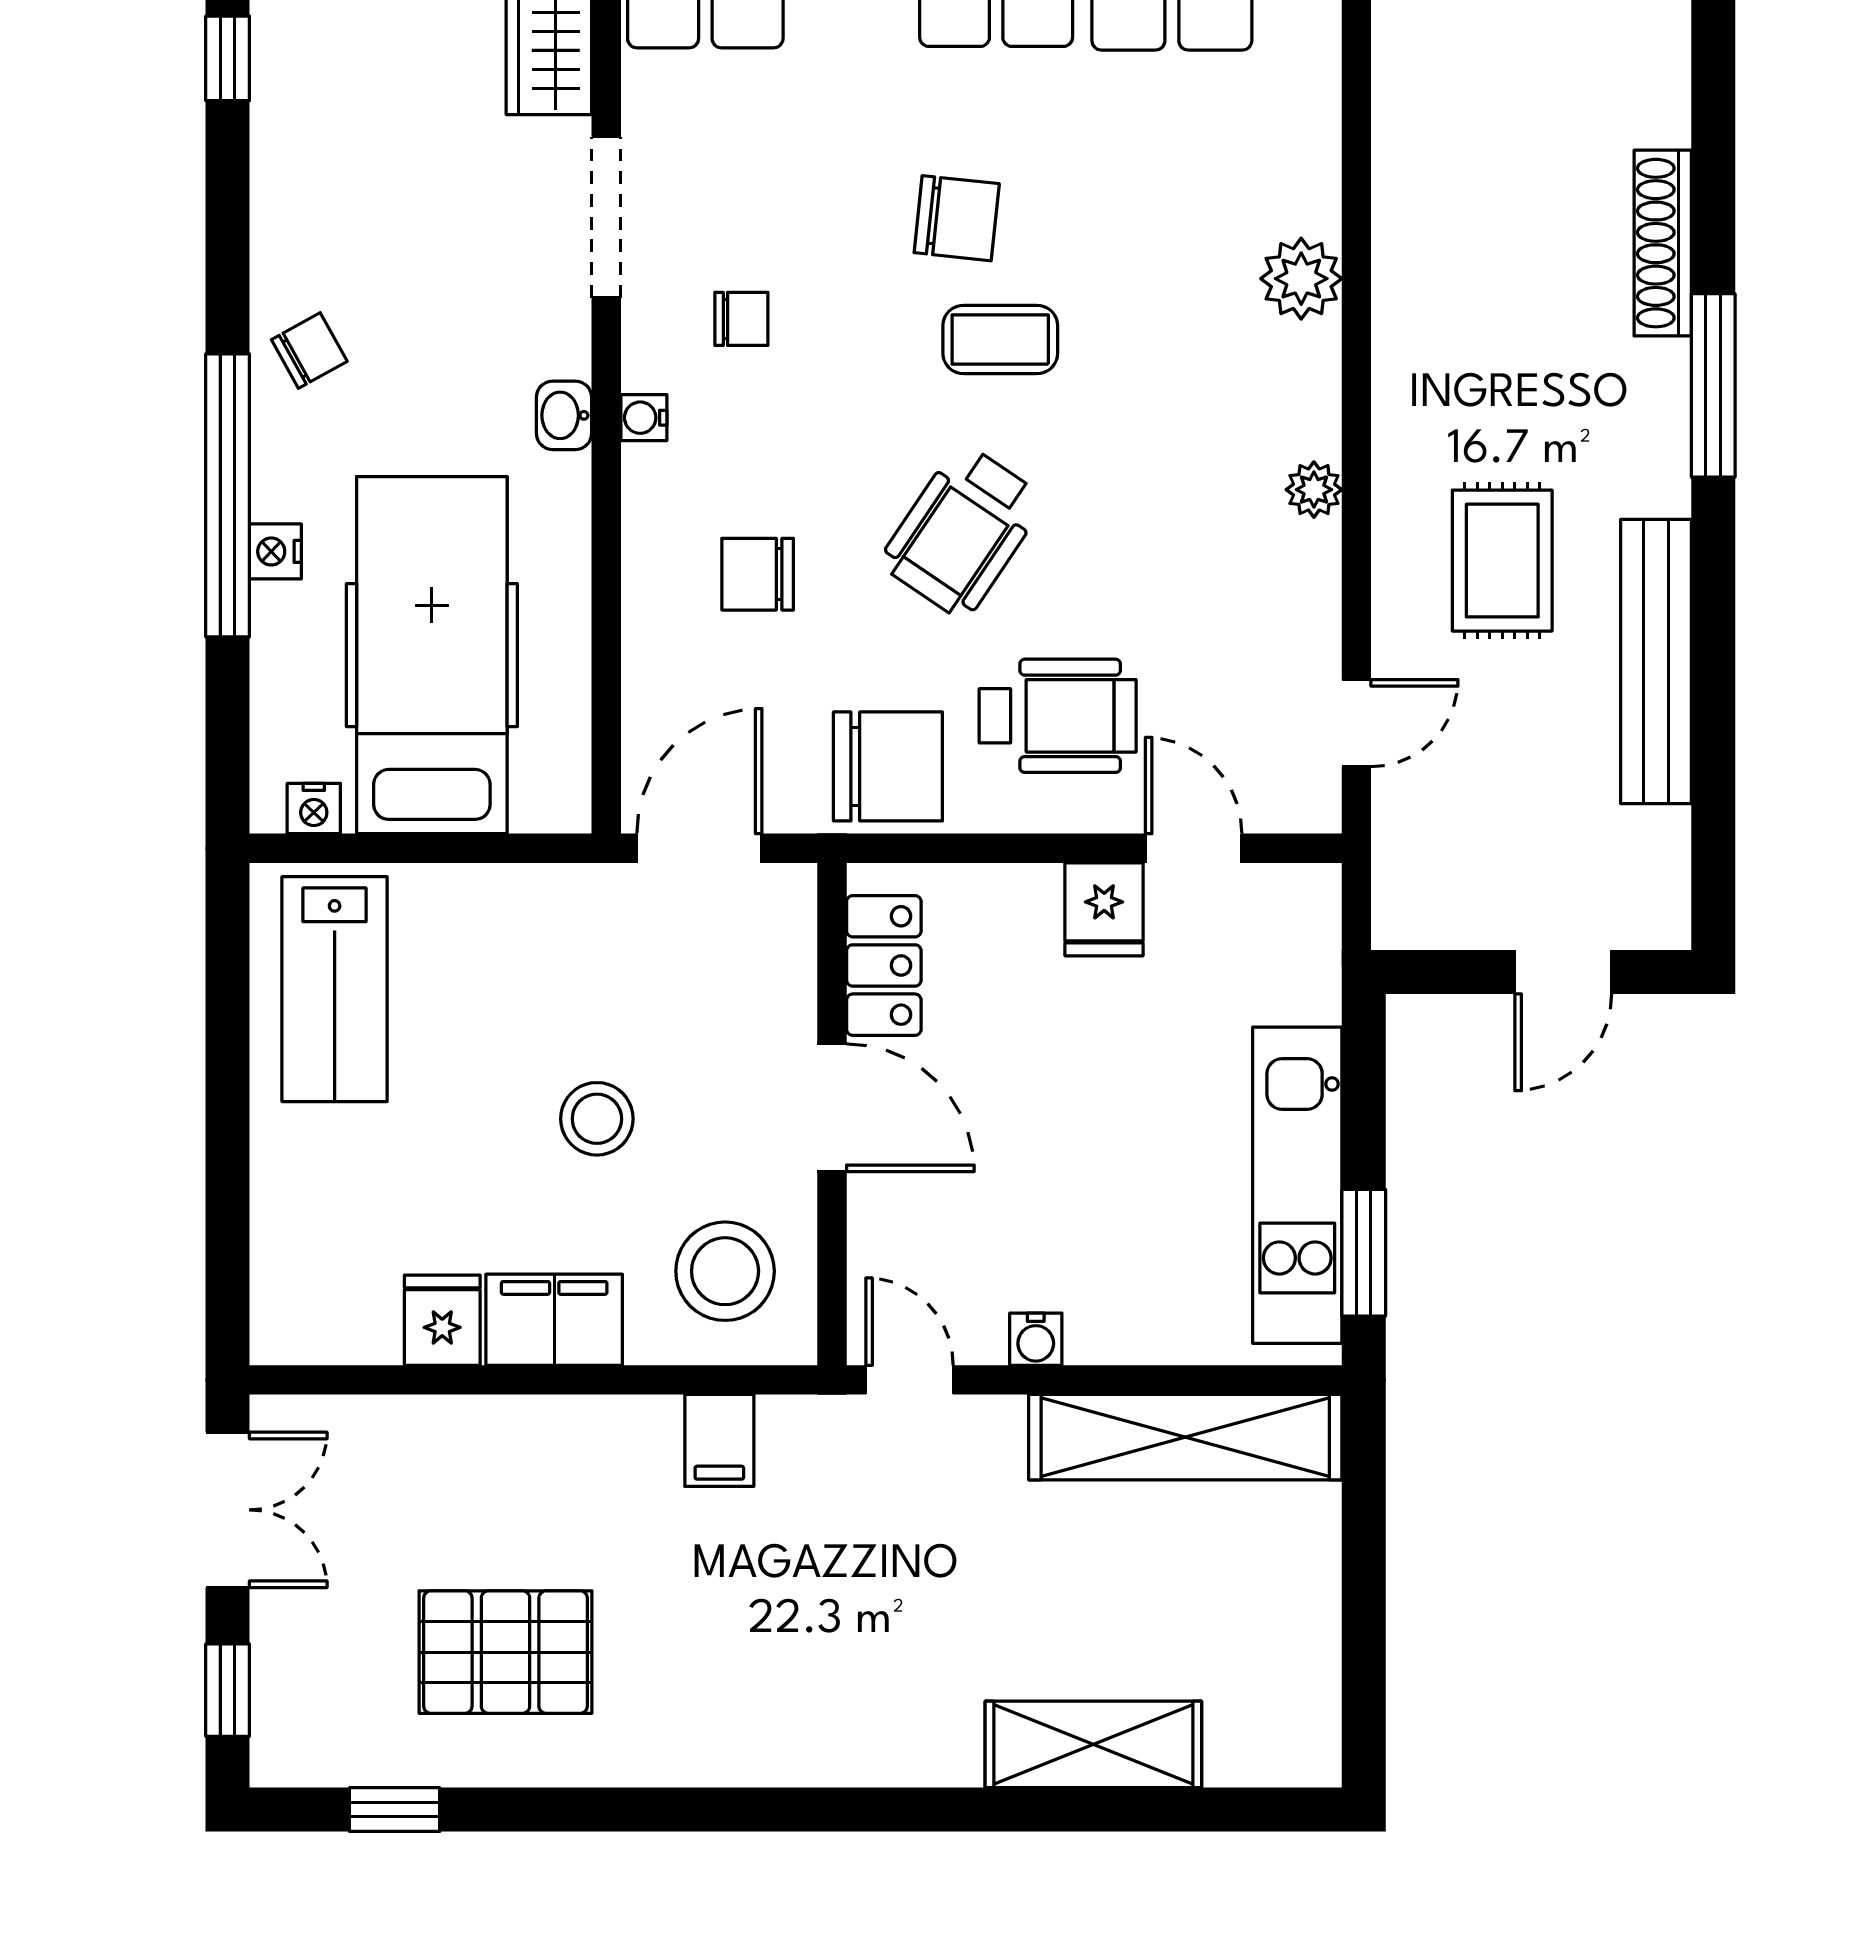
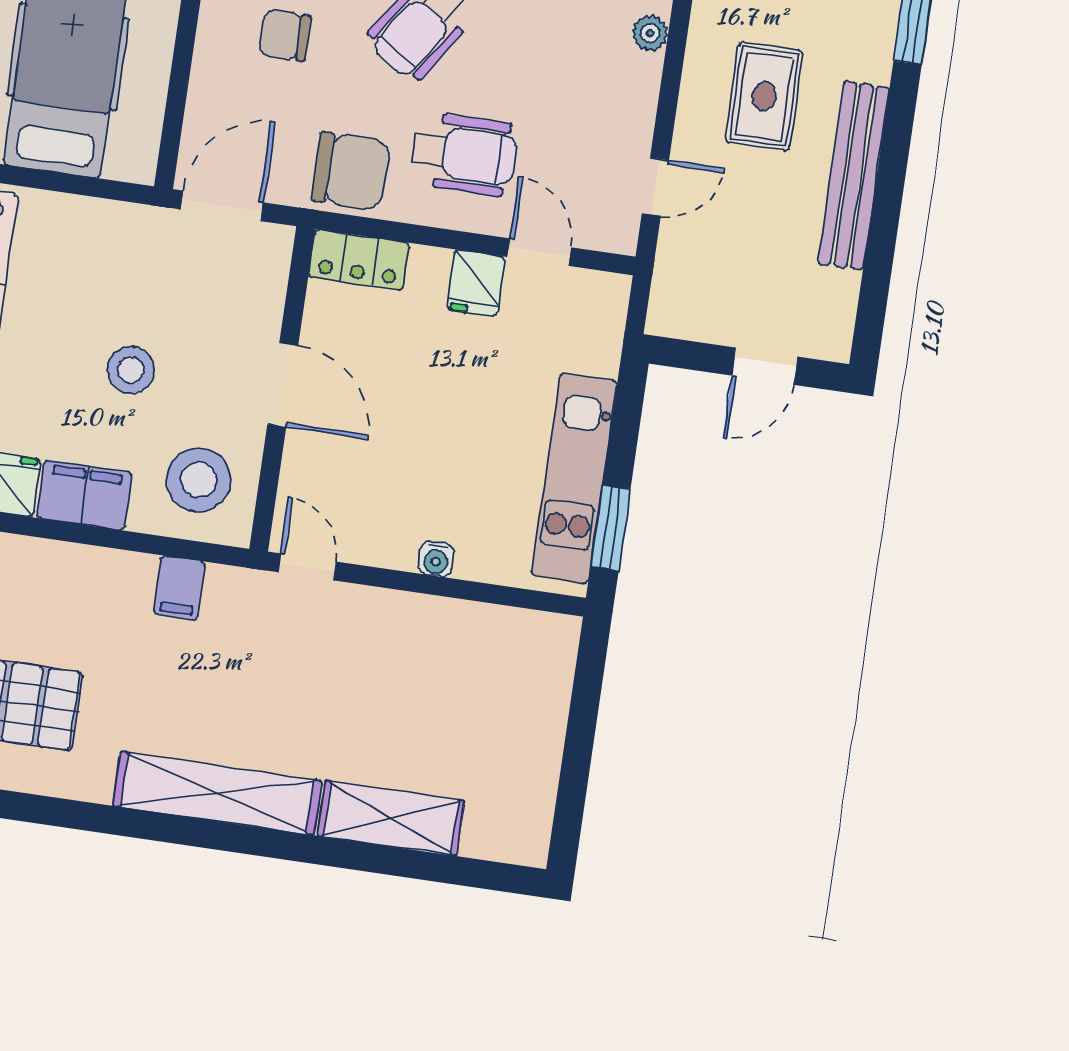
locker: (884, 965) -> (359, 260), moved, turned 90
water cooler: (1036, 1339) -> (436, 559), moved
shelving: (1185, 1437) -> (217, 793), moved

